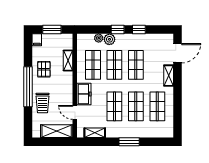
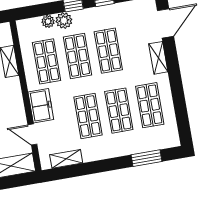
window: (129, 142) -> (146, 158), moved

